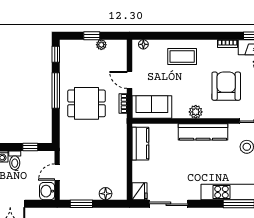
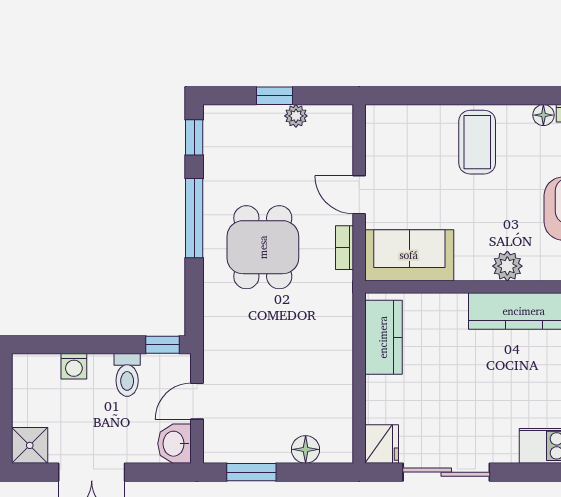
floor lamp: (143, 44) -> (543, 115), moved
coffee table: (182, 56) -> (477, 142), turned 90
dining table: (86, 103) -> (263, 247), turned 90
window: (30, 147) -> (163, 345), moved
toilet: (15, 160) -> (127, 375), moved

